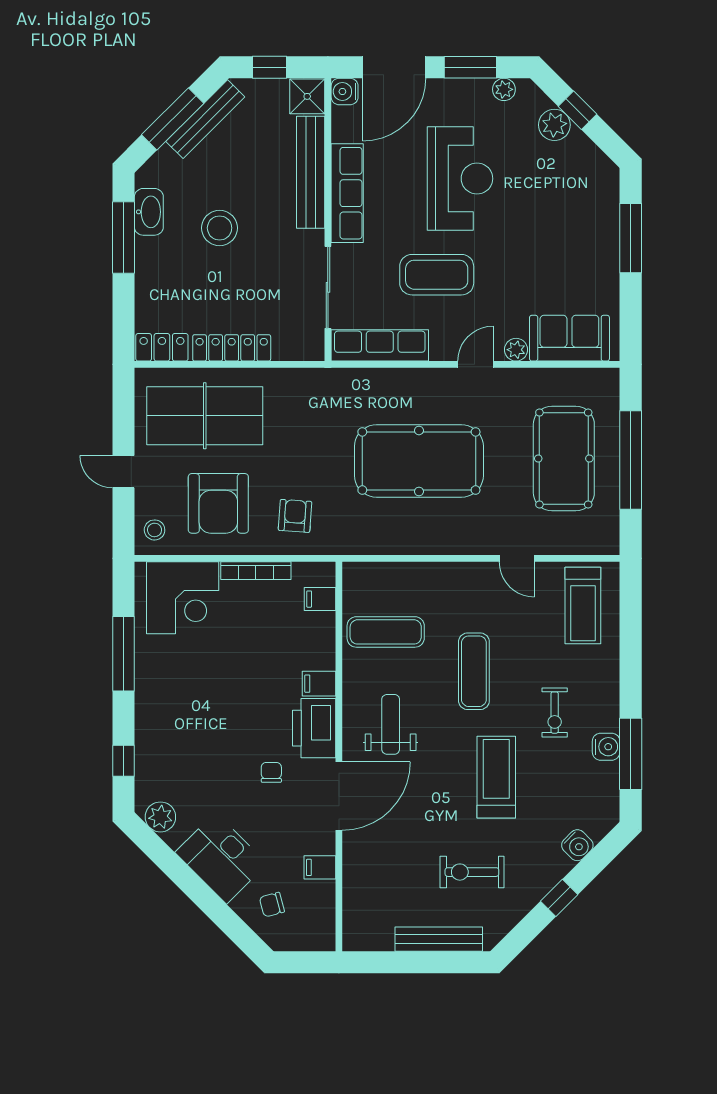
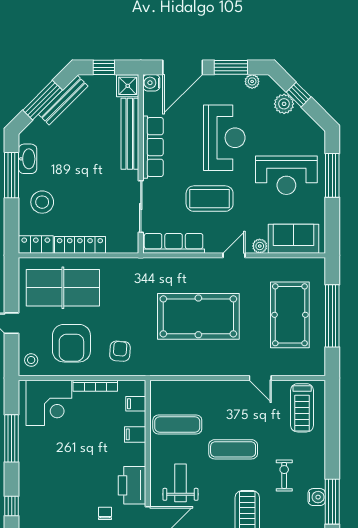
stool: (220, 228) -> (42, 202), moved
reception desk: (558, 238) -> (286, 175), added
exercise mat: (474, 671) -> (233, 449), turned 90
filing cabinet: (319, 684) -> (135, 434), moved
exercise bike: (555, 713) -> (284, 475), turned 180

